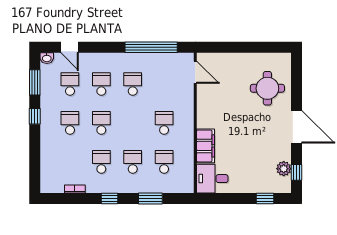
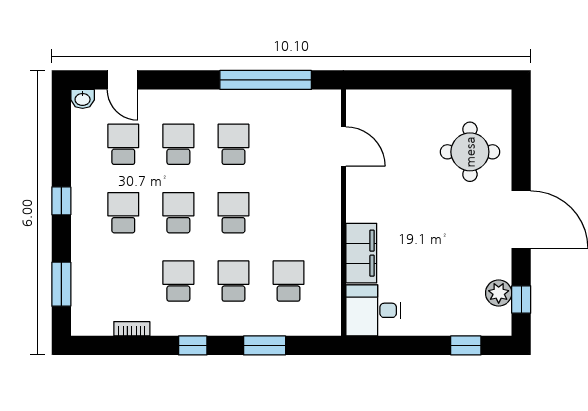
door: (195, 72) -> (343, 146), moved
window: (35, 82) -> (61, 284), moved
school desk: (164, 123) -> (233, 213), moved

